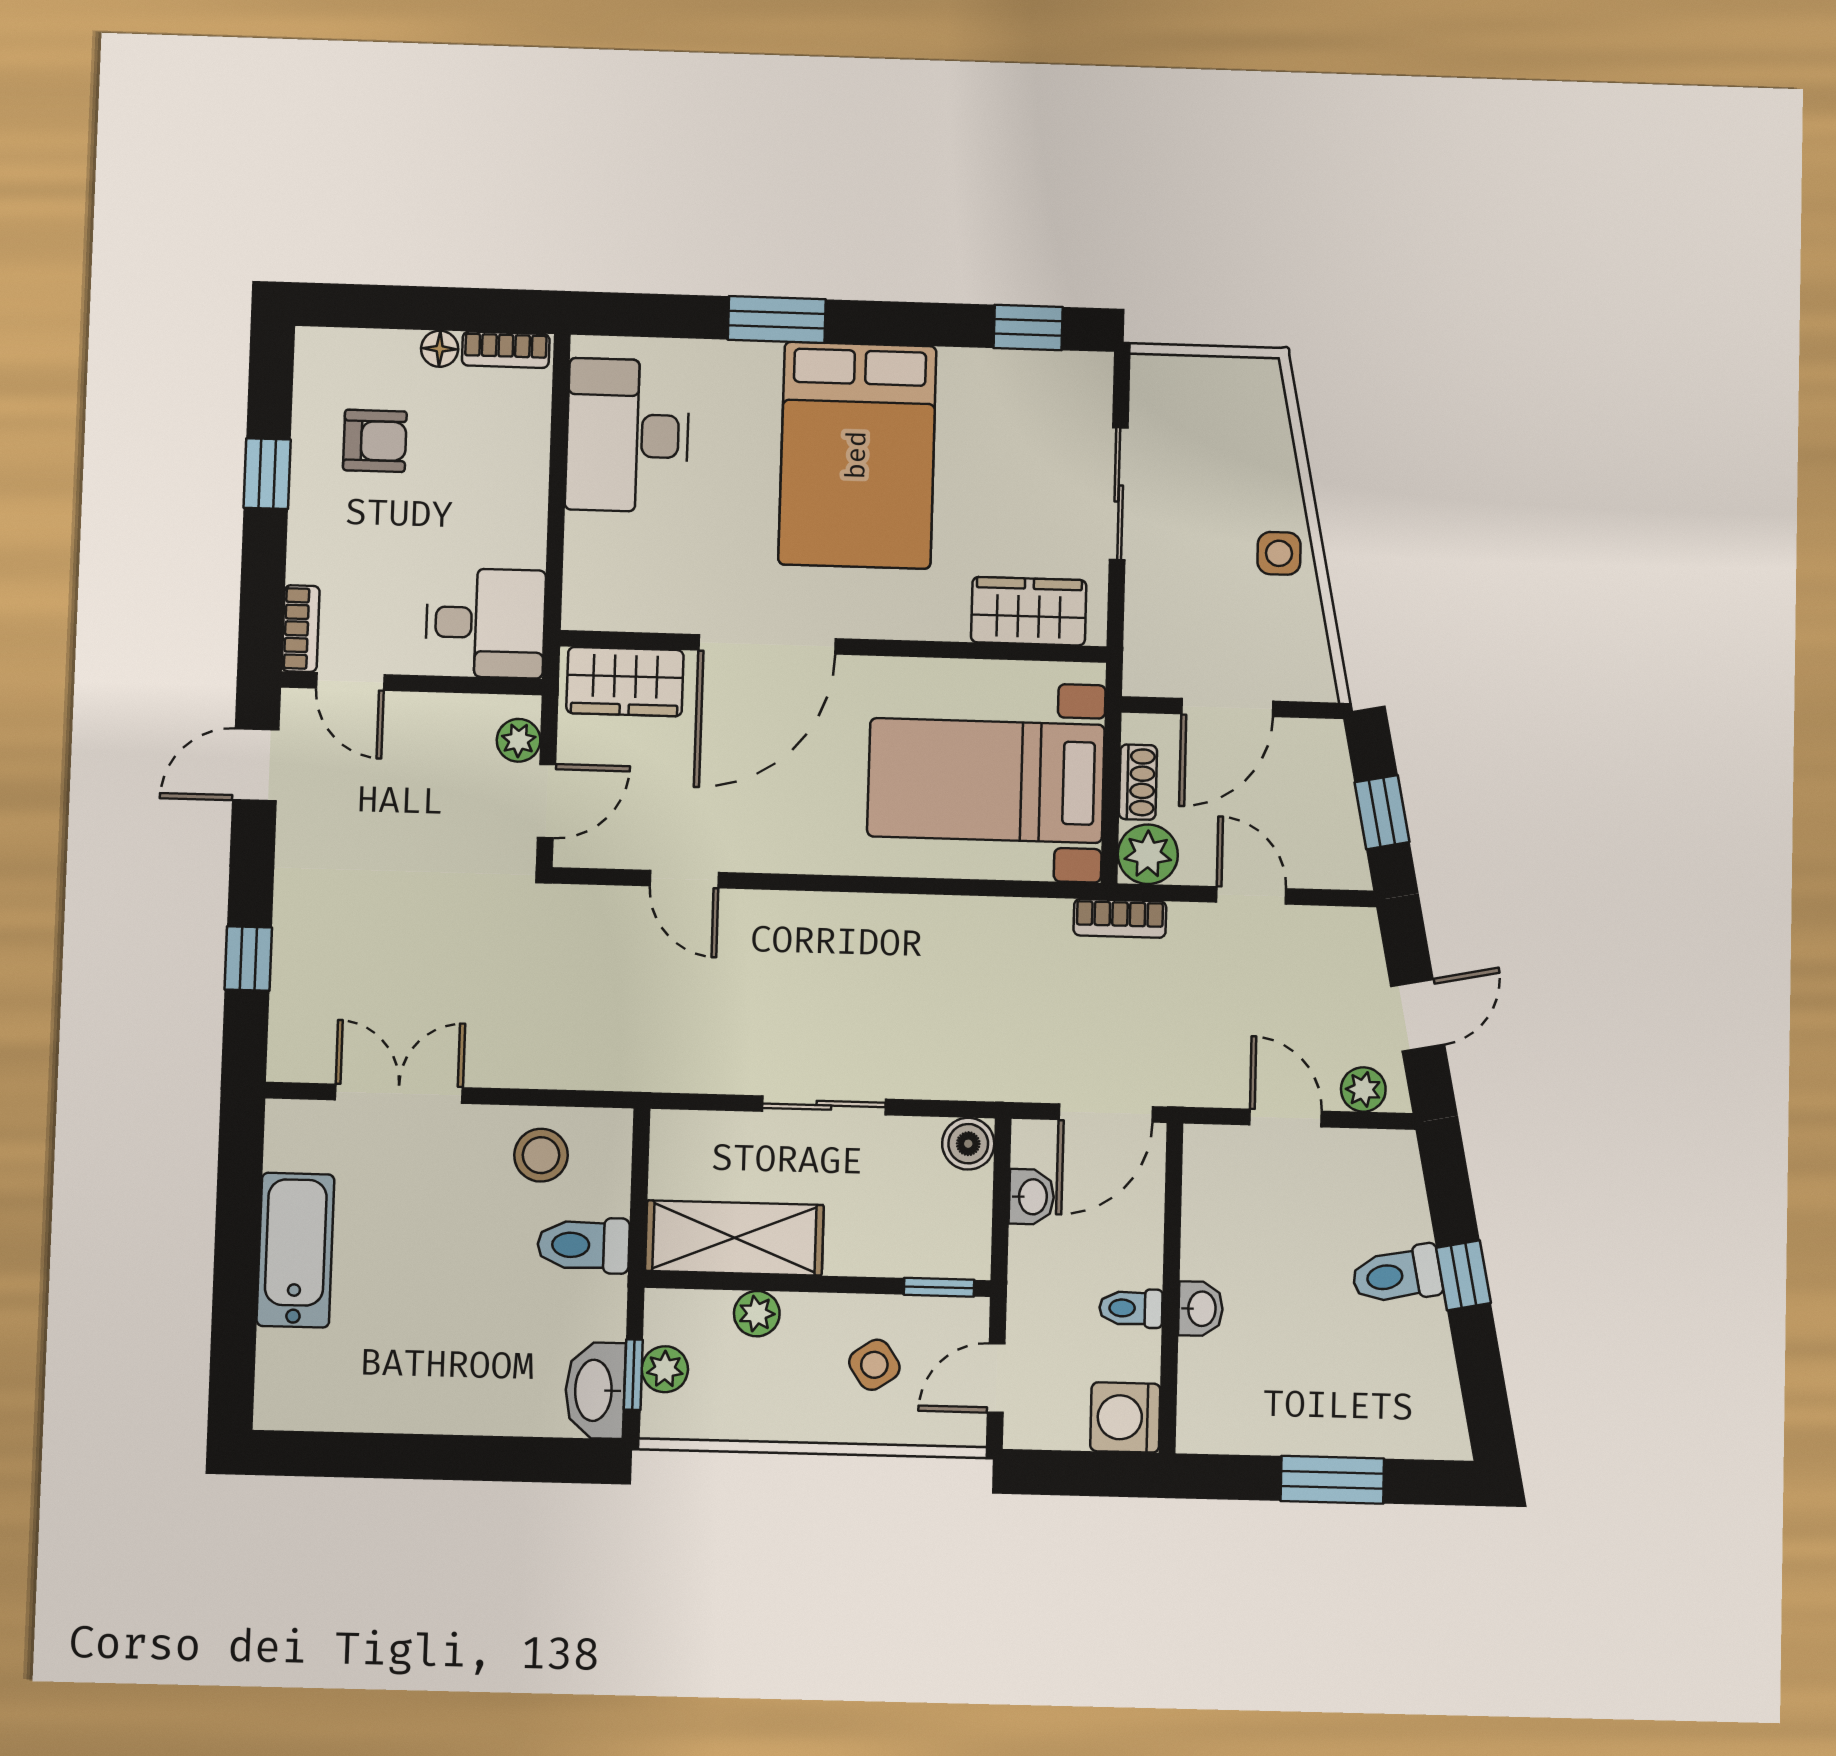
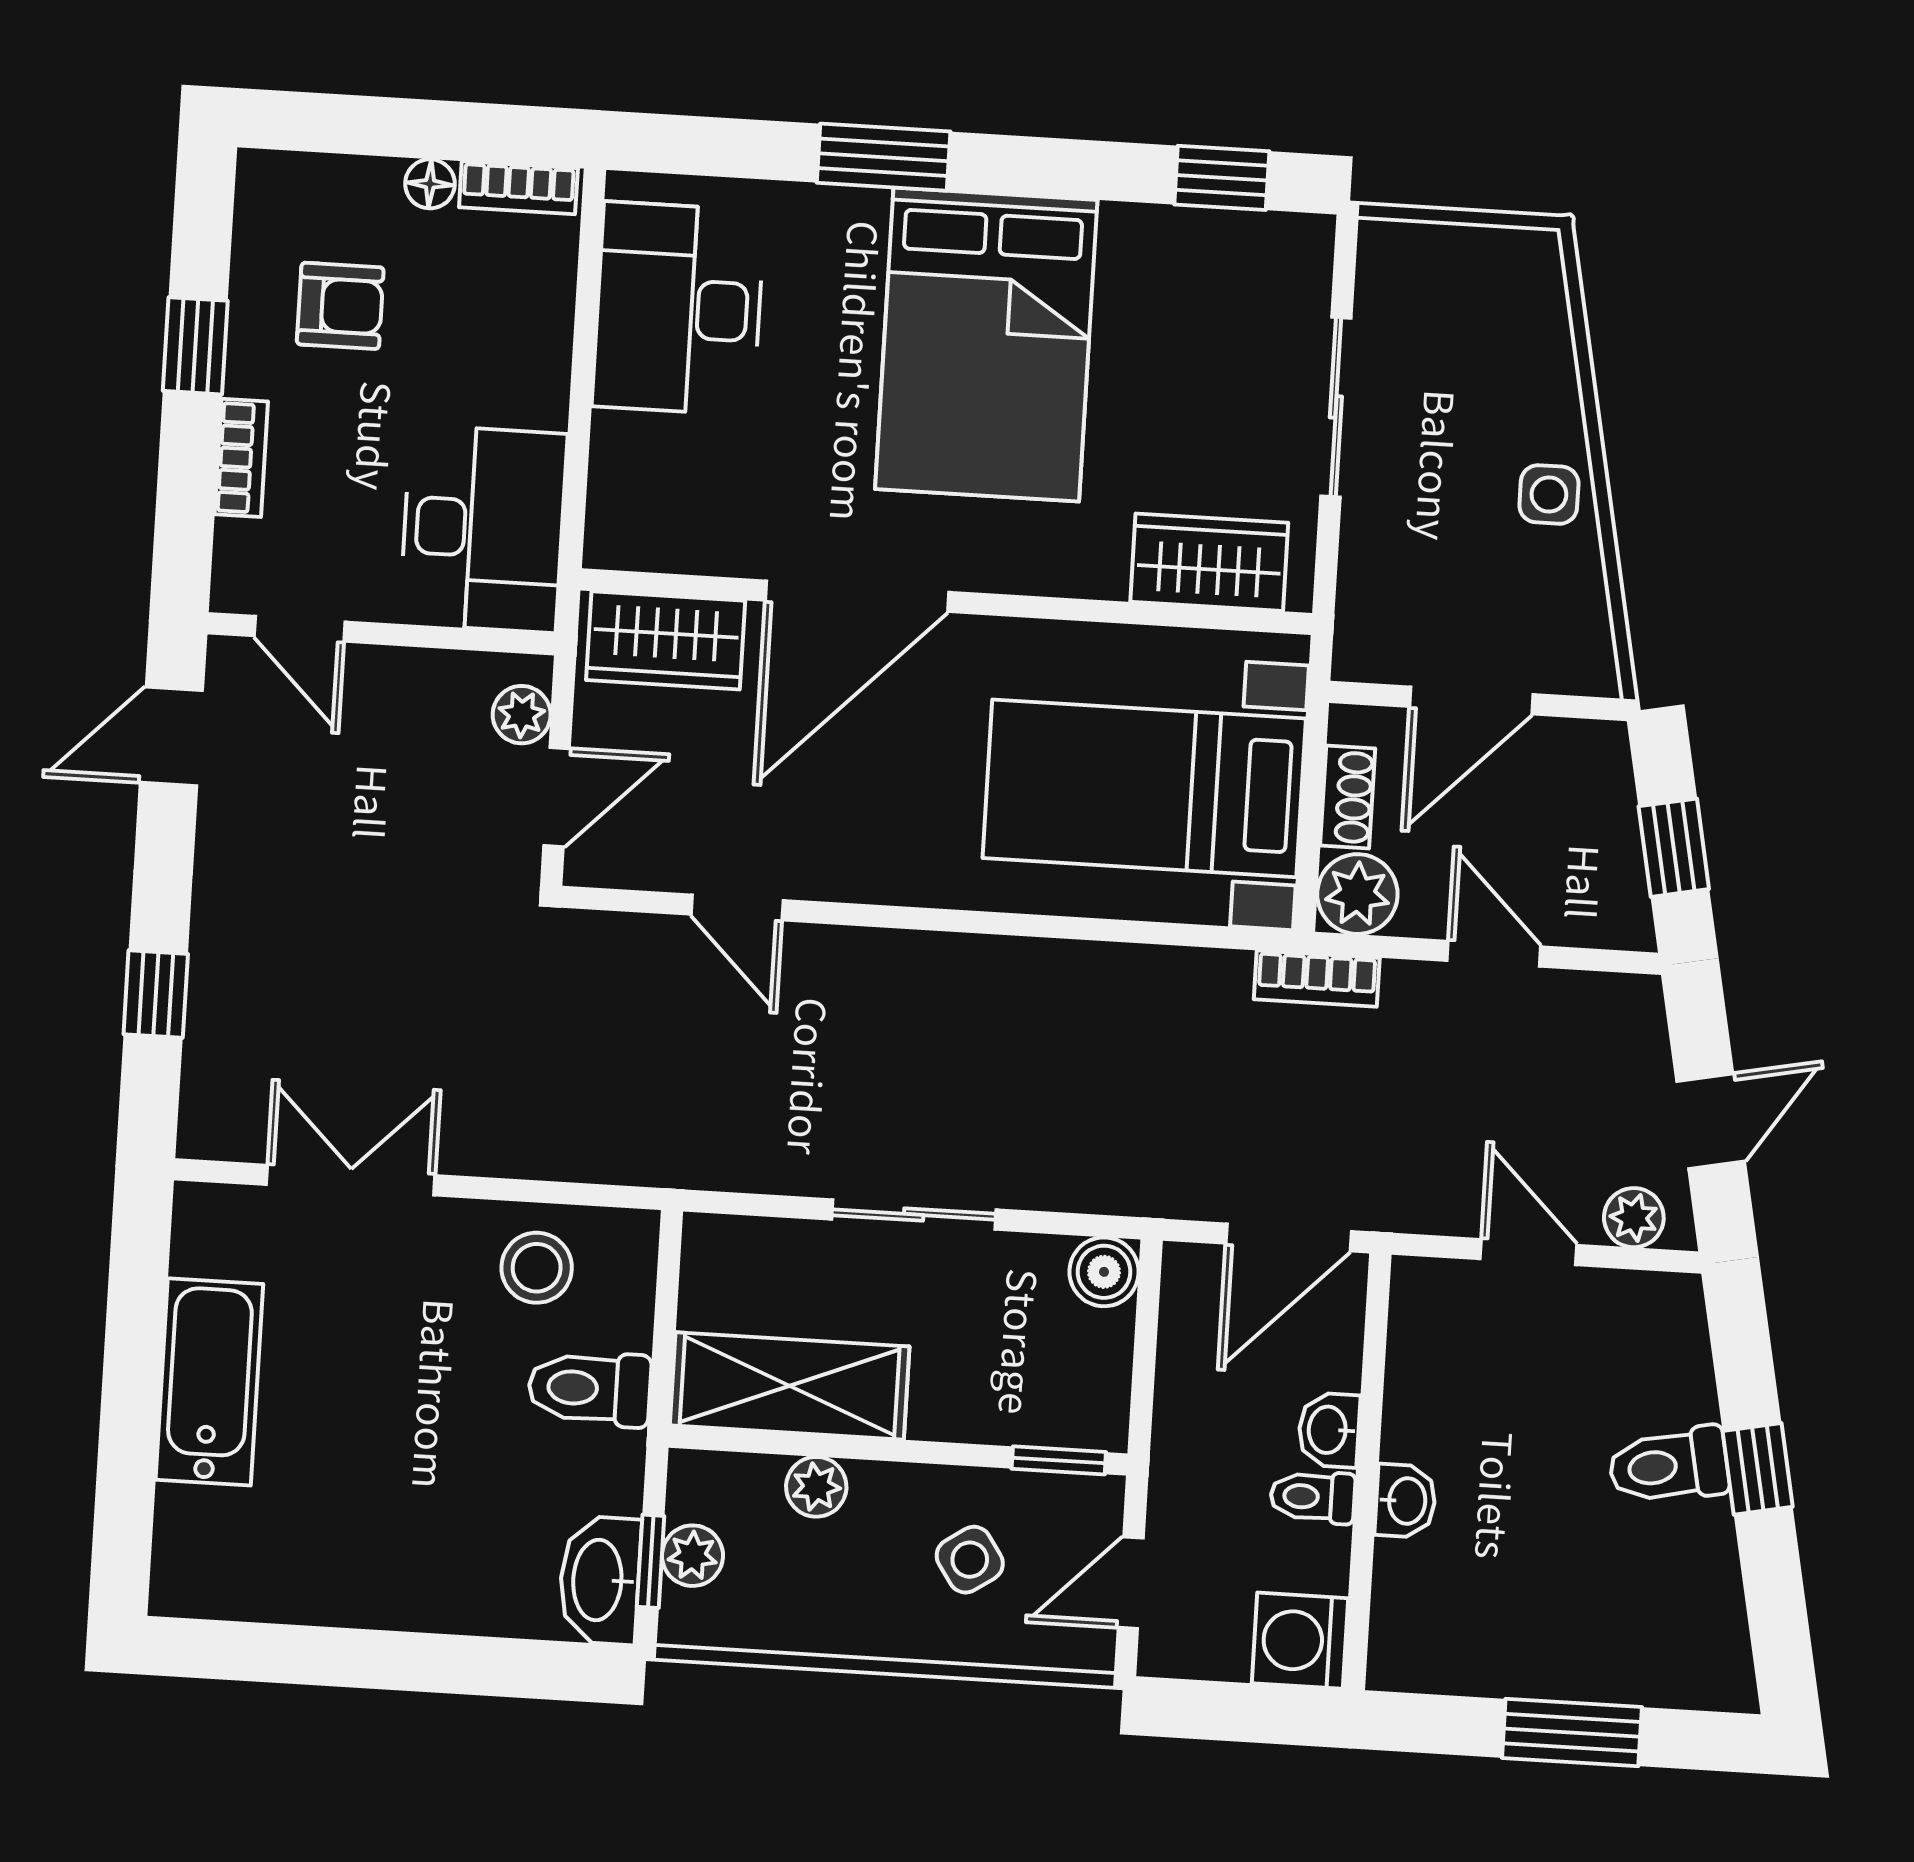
desk: (485, 623) -> (483, 529), width x1.37
bookcase: (301, 629) -> (241, 458), moved
washbasin: (1032, 1197) -> (1329, 1430), moved, turned 180

